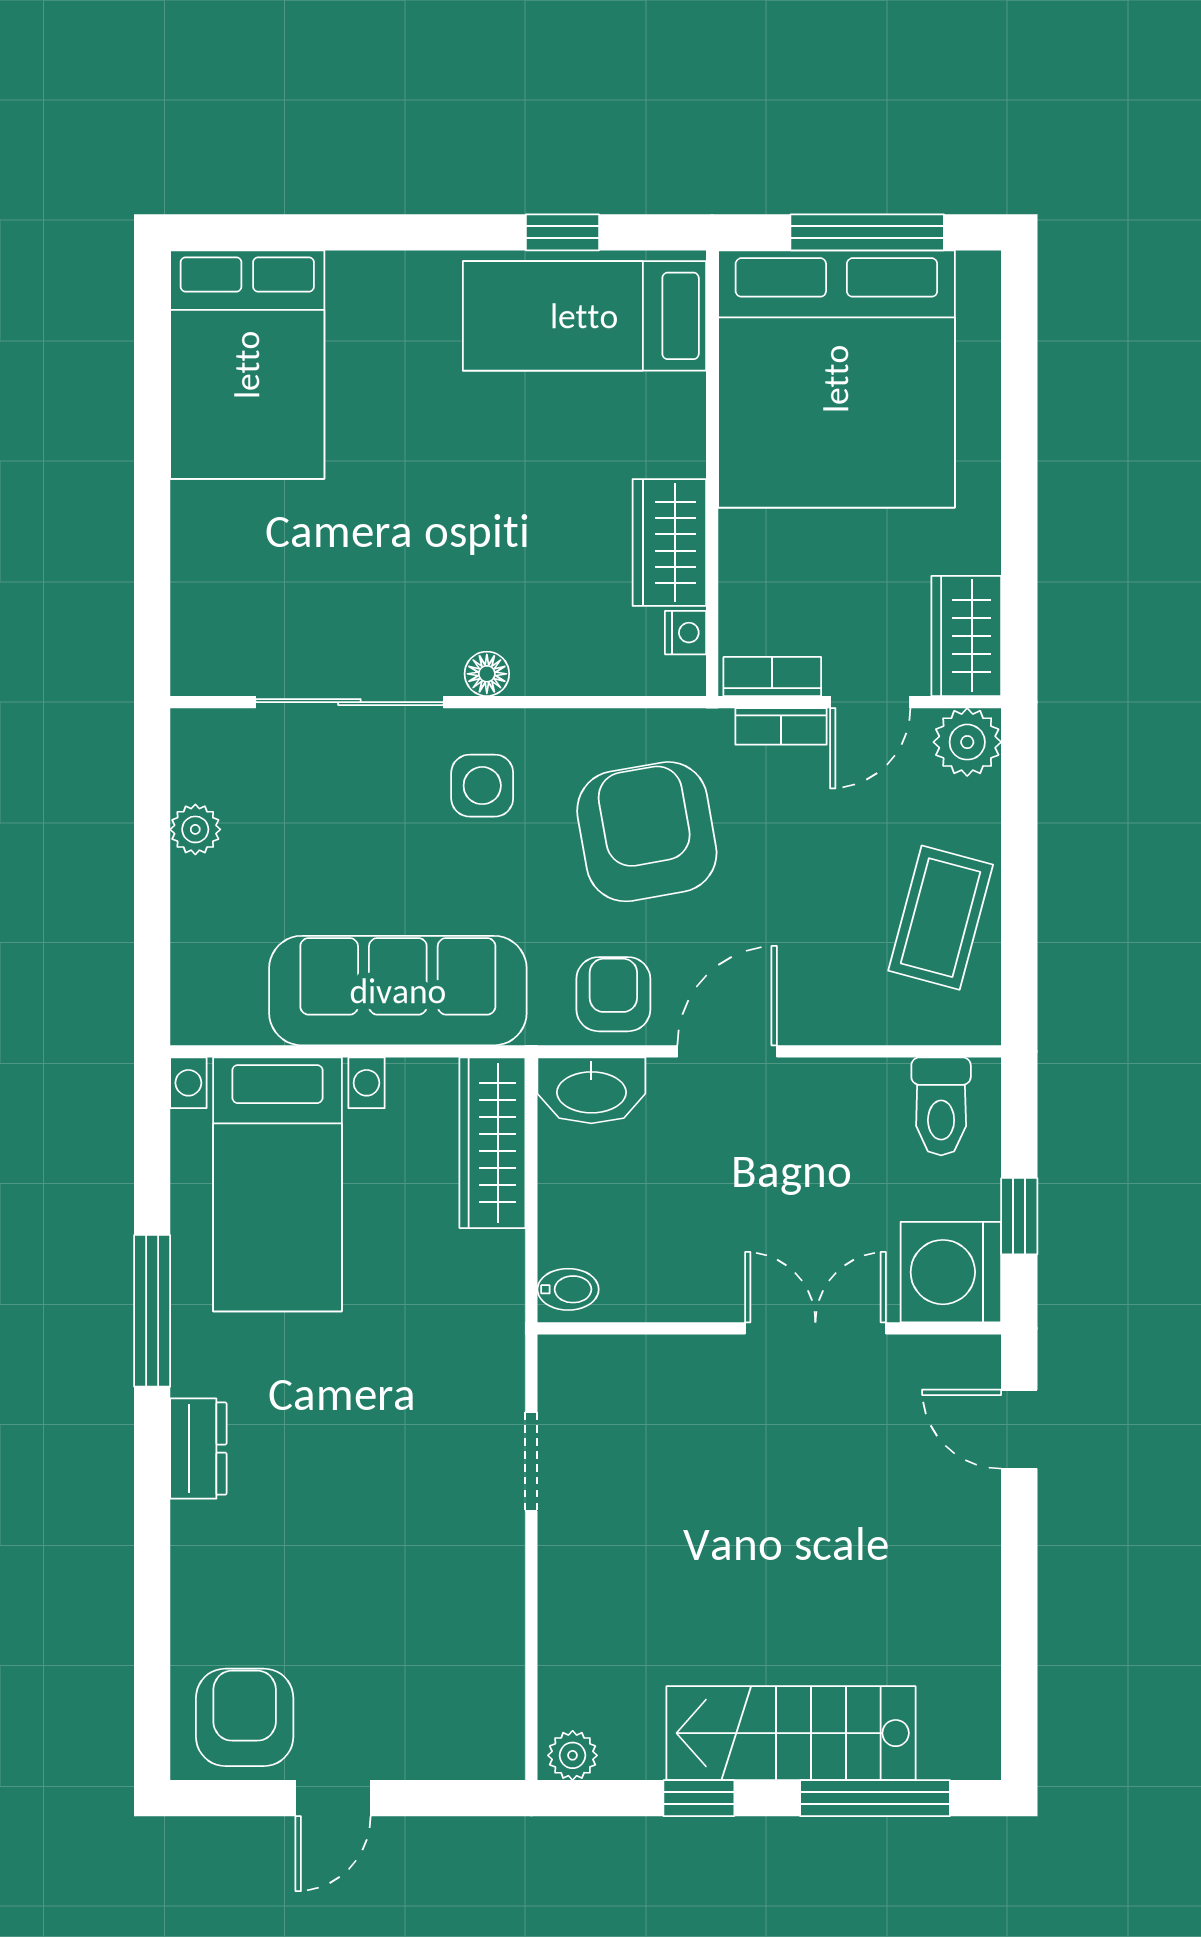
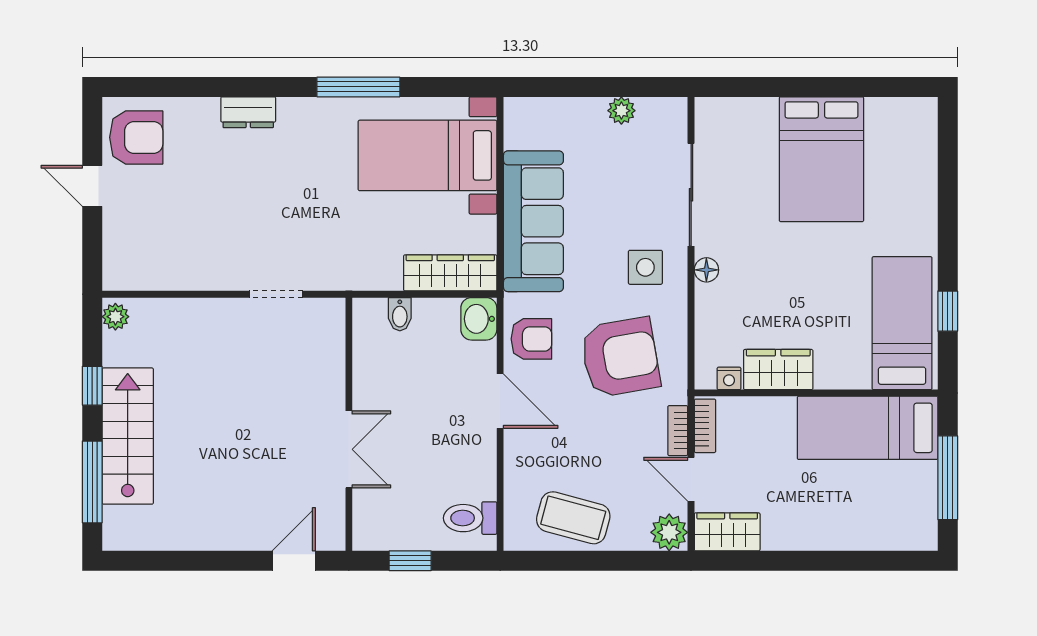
bed: (247, 365) -> (821, 159), moved, turned -90
bed: (836, 379) -> (868, 428), width x0.49
washbasin: (591, 1090) -> (479, 319), width x0.72
washing machine: (951, 1272) -> (380, 523), removed
bidet: (568, 1289) -> (400, 314), moved
dresser: (198, 1449) -> (248, 112), moved

